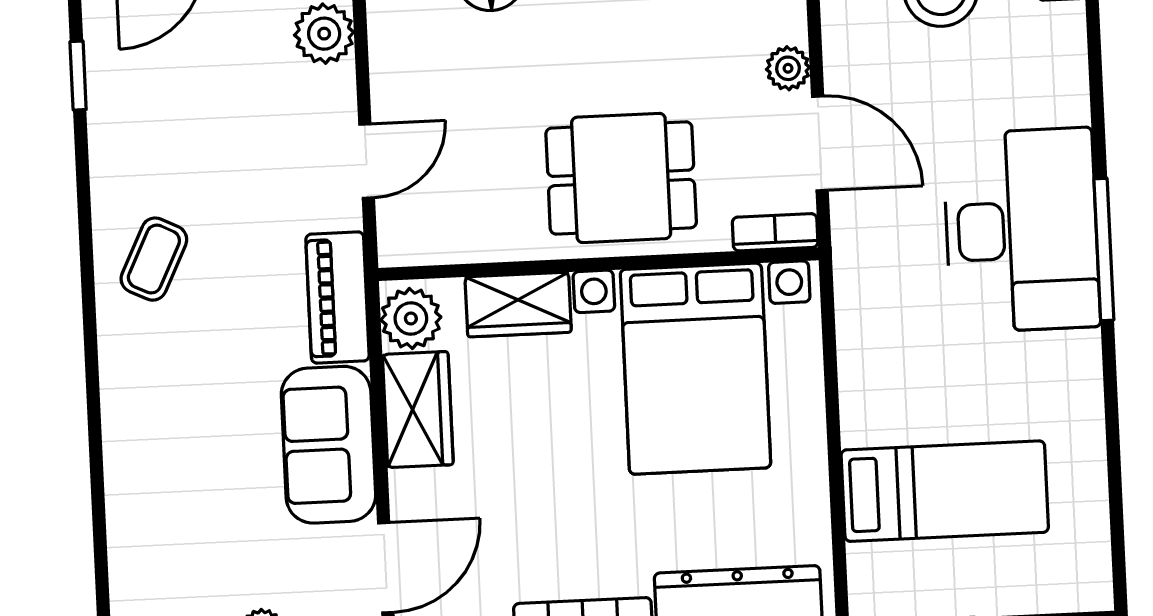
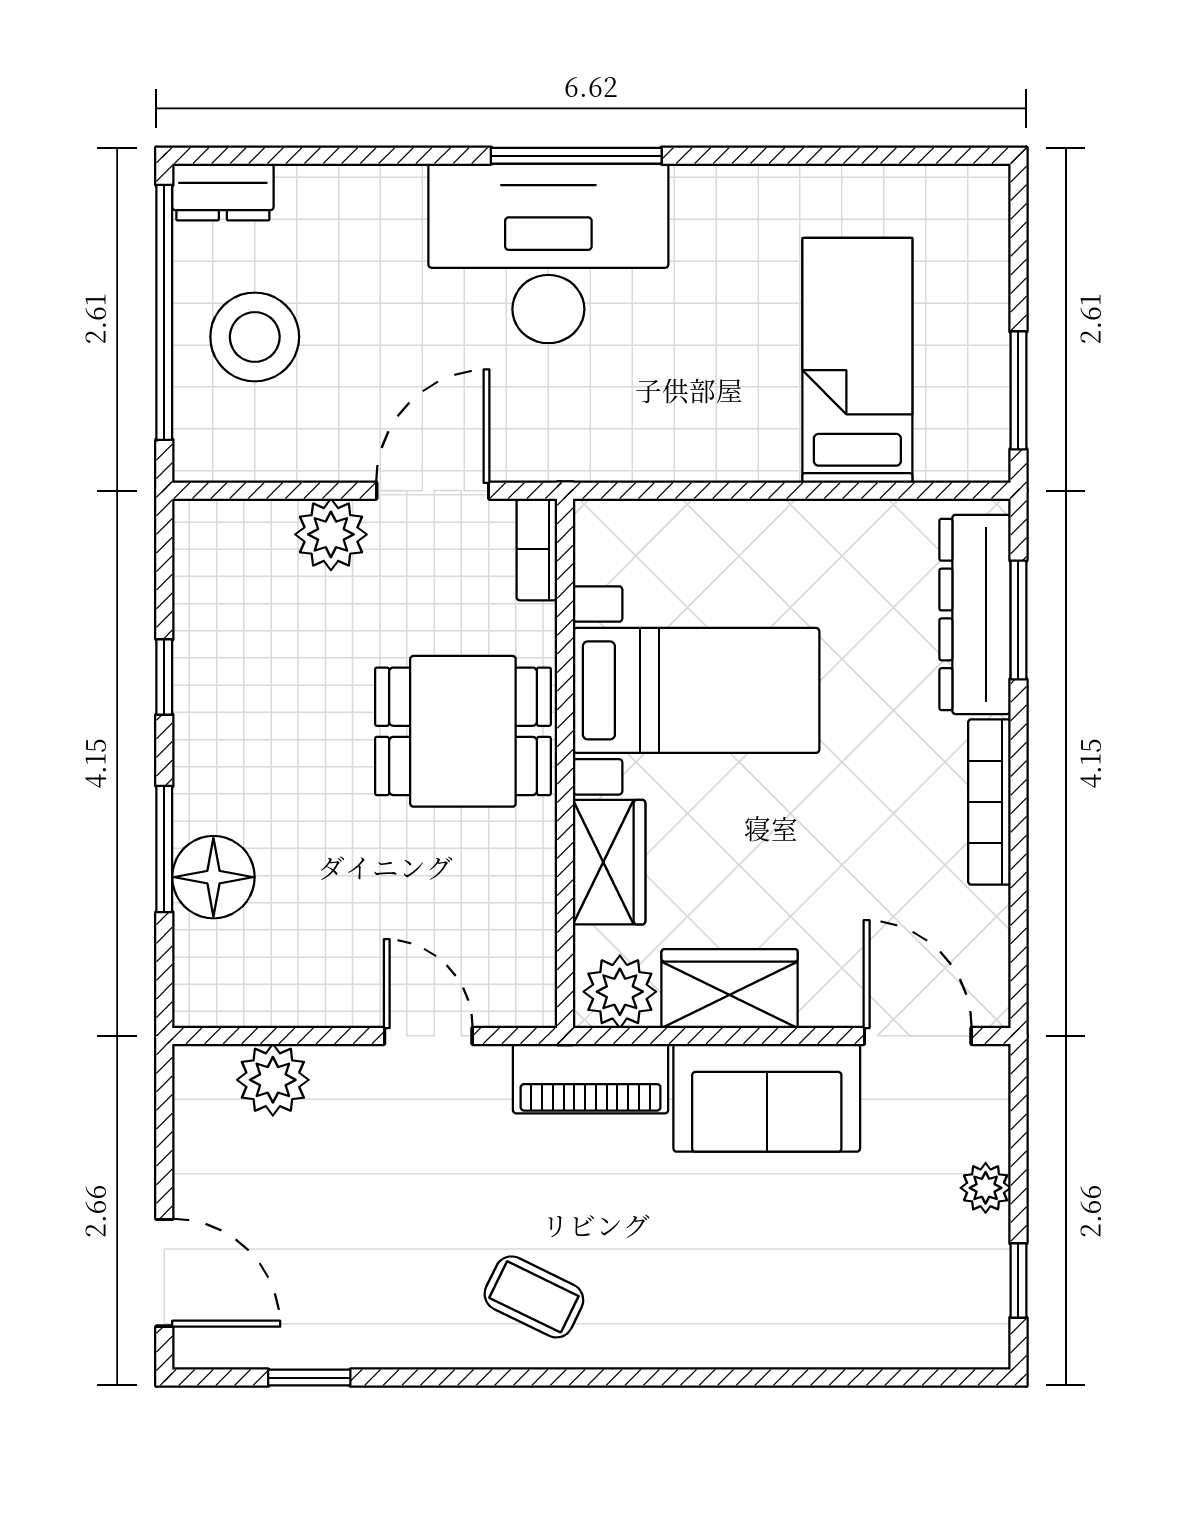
plant: (788, 68) -> (331, 534), width x1.38, depth x1.38
dining table: (621, 178) -> (463, 731), turned 90
bed with nightstands: (695, 369) -> (696, 690), width x0.73

